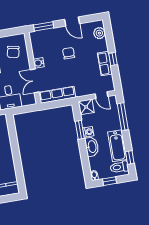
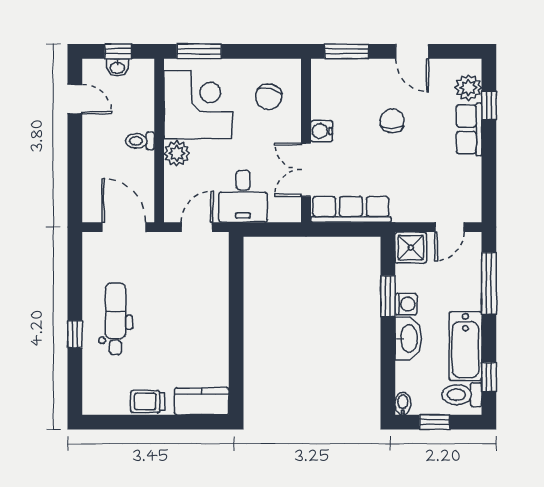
window: (113, 59) -> (489, 106), moved
row of seats: (105, 63) -> (469, 129), moved
door: (101, 95) -> (449, 227), hinge flipped

